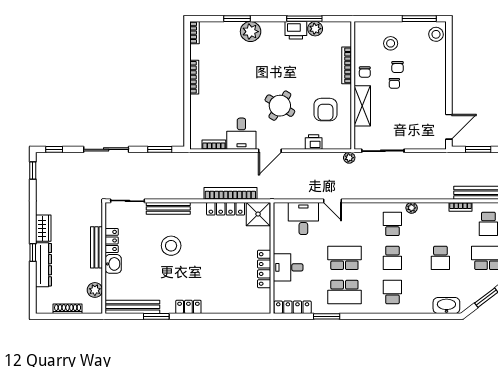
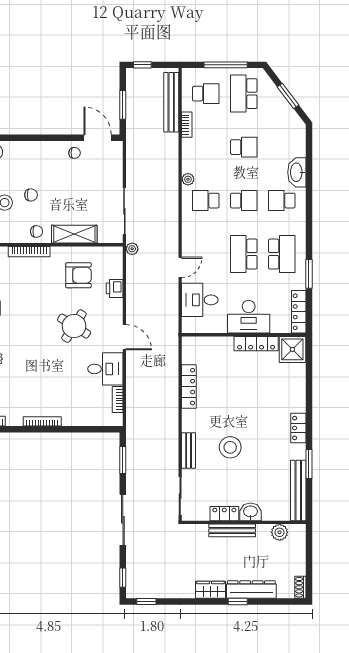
chair: (394, 83) -> (75, 153), moved
bookcase: (230, 193) -> (172, 381), removed
bench: (168, 208) -> (189, 451), width x0.73
shower: (258, 214) -> (292, 349), moved
desk: (288, 267) -> (249, 317), width x1.37
washbasin: (446, 305) -> (297, 172), moved
shoe rack: (68, 309) -> (300, 587), moved, width x0.70

